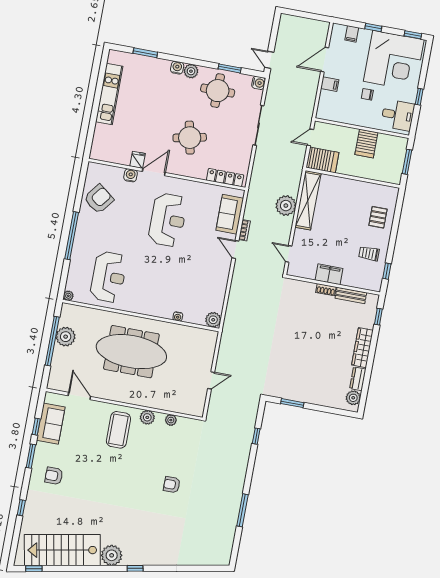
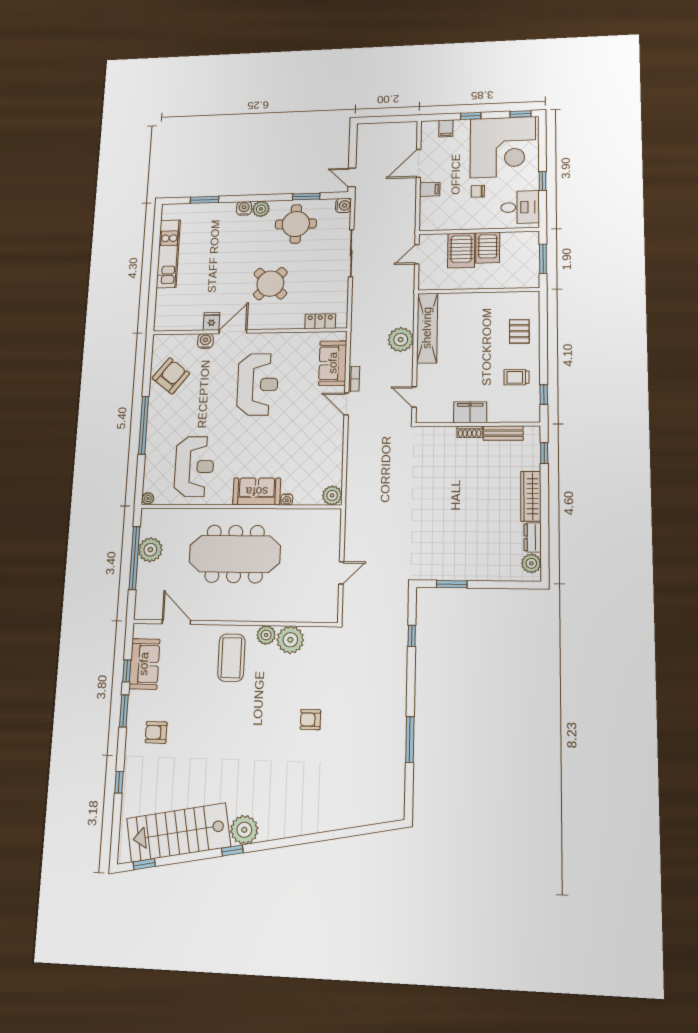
round table: (190, 138) -> (270, 284), turned -34
server rack: (322, 160) -> (461, 250), moved, turned 90
locker: (225, 178) -> (320, 321), width x0.66
sofa: (155, 306) -> (257, 491), added
plant: (171, 420) -> (290, 640), width x1.87, depth x1.87
window: (135, 568) -> (232, 850), moved

